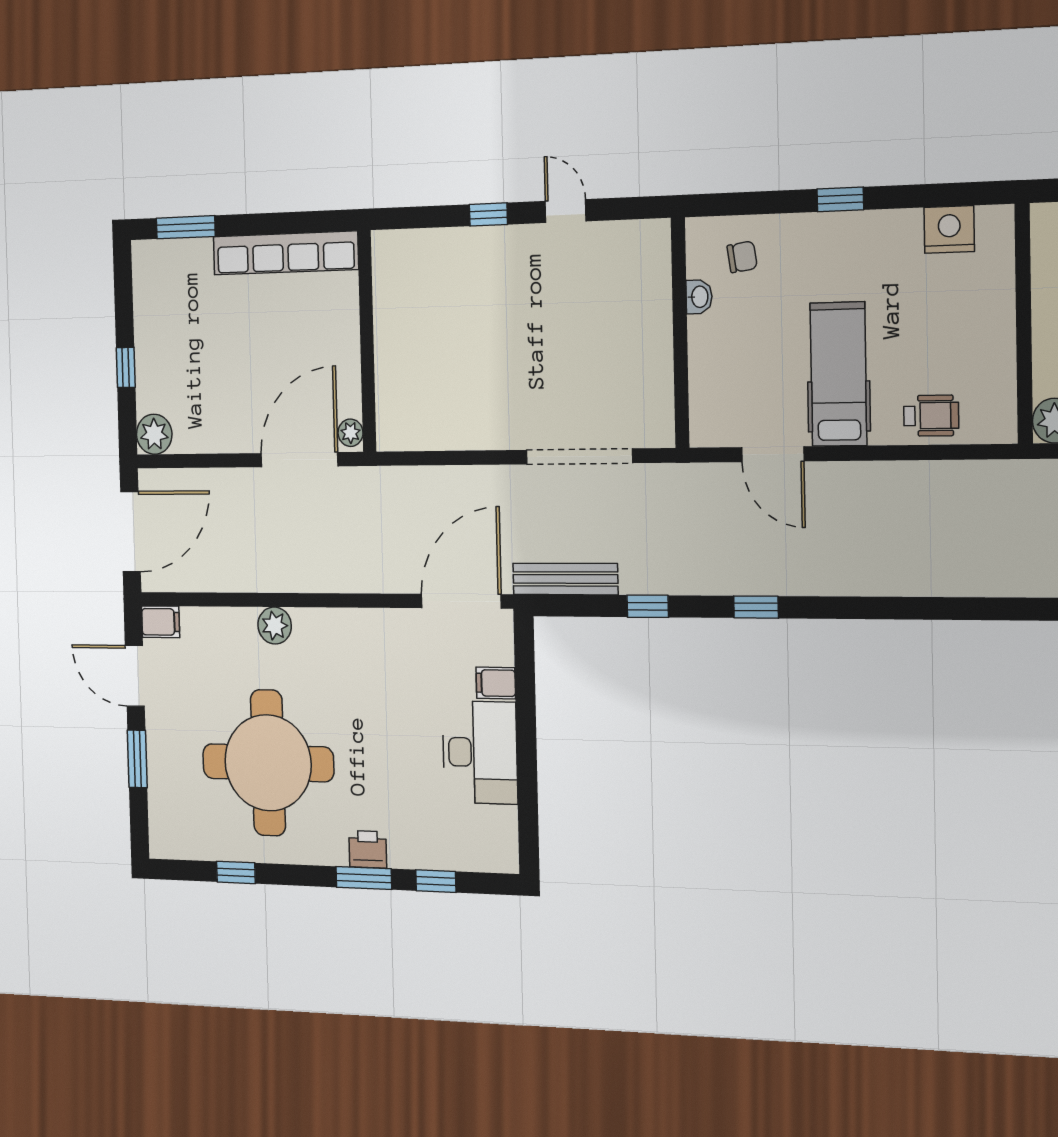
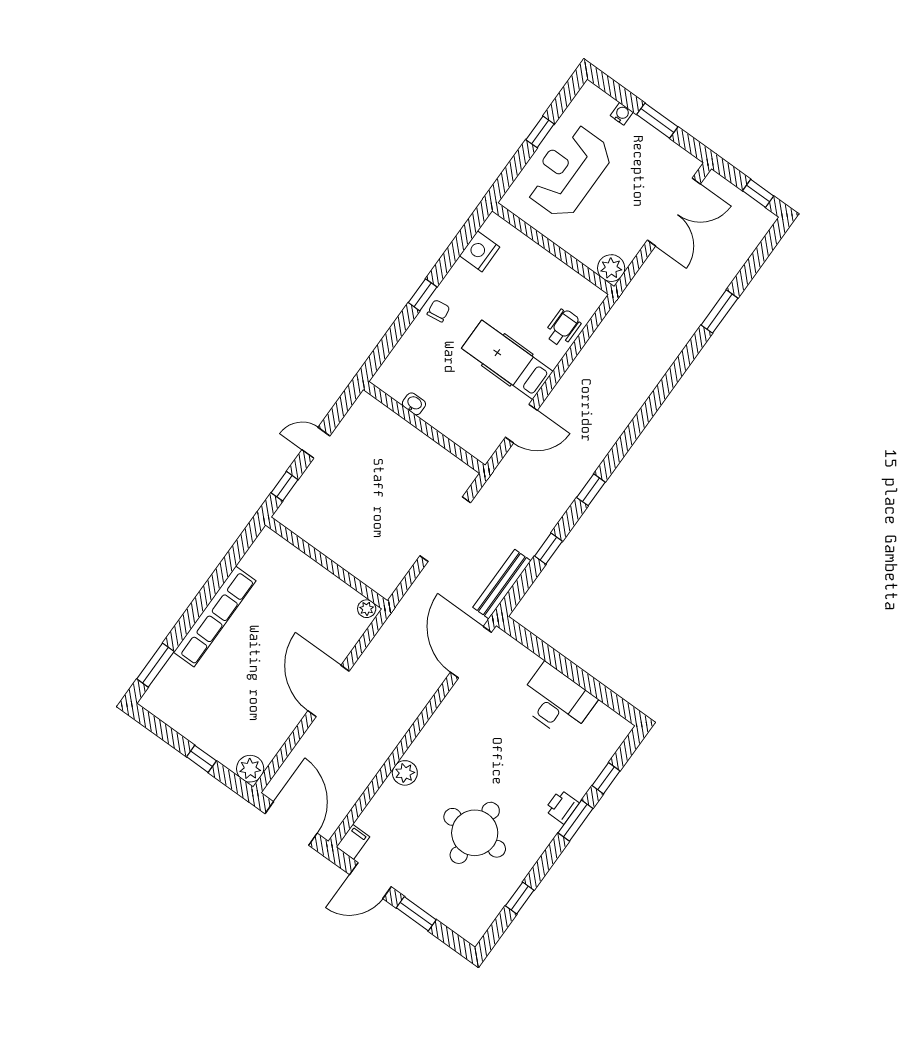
chair: (742, 257) -> (438, 311), moved
wall: (367, 341) -> (326, 563), moved
plant: (350, 433) -> (367, 609), moved
filing cabinet: (496, 683) -> (527, 664), removed
round table: (268, 763) -> (475, 833), width x0.73, depth x0.73

